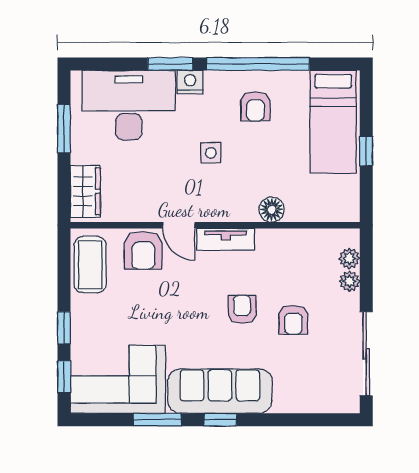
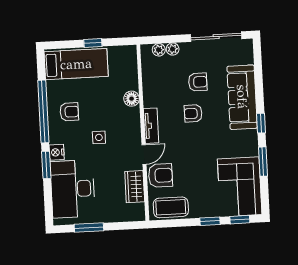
wardrobe: (85, 191) -> (135, 187), moved, turned -90
sofa: (220, 391) -> (242, 97), moved

